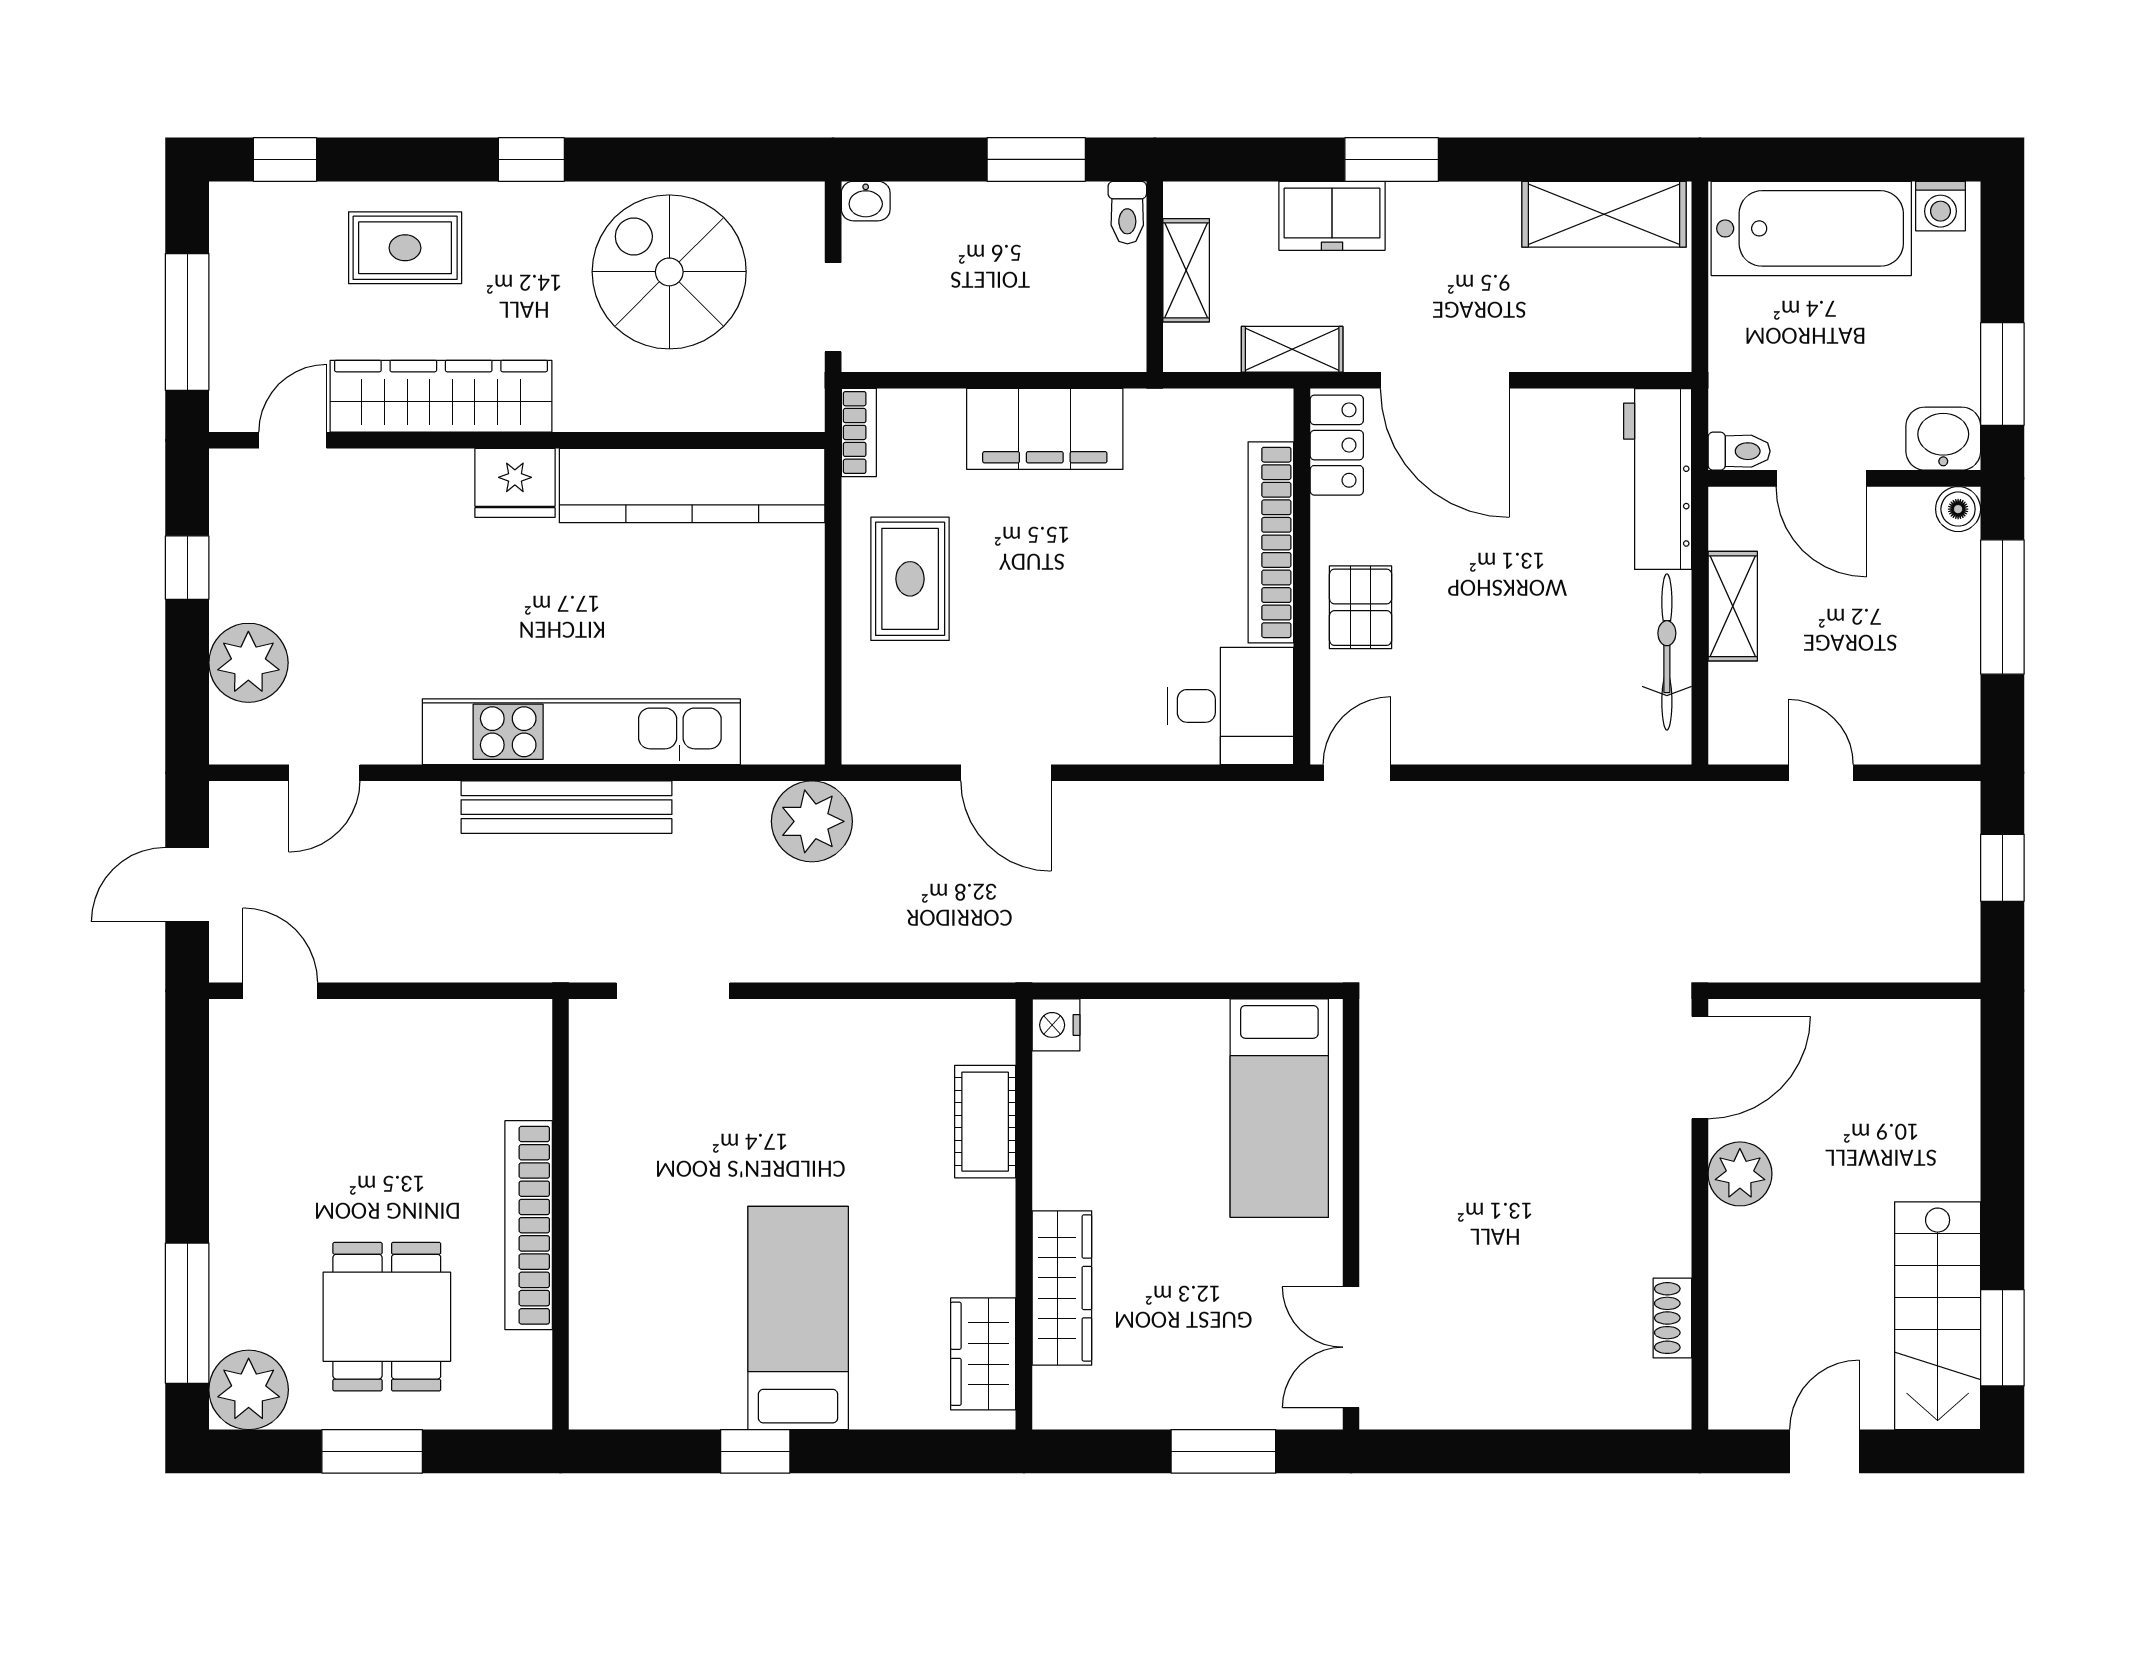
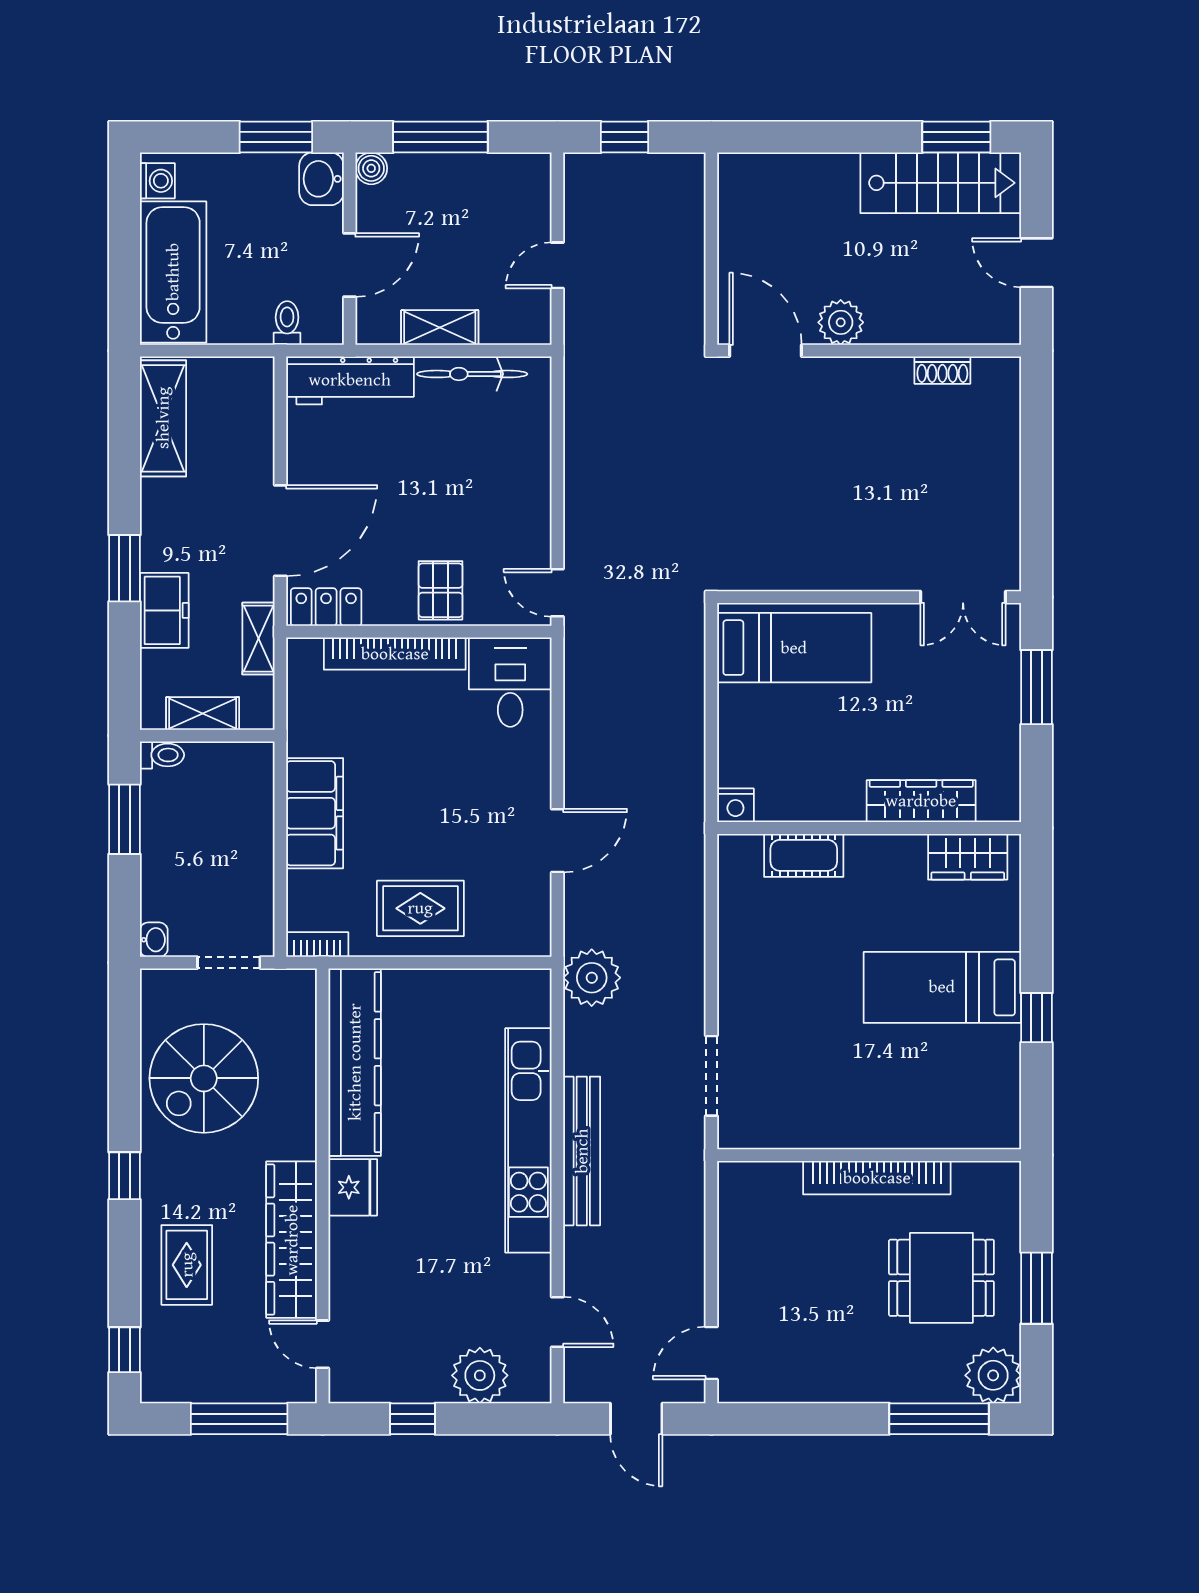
toilet: (1739, 451) -> (287, 323), moved
pallet: (1361, 607) -> (441, 590), turned 90

